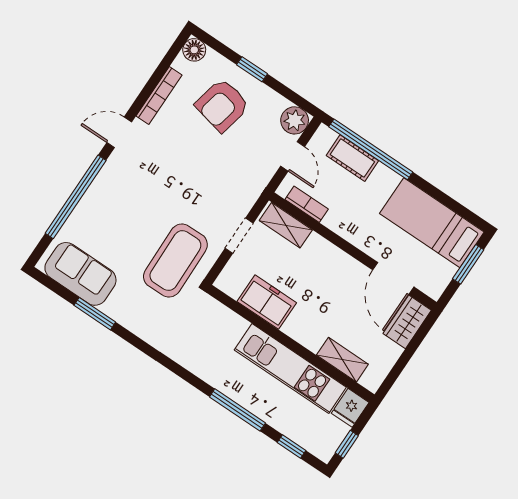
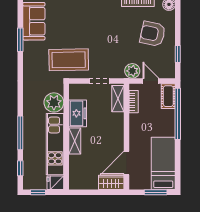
window: (252, 69) -> (178, 54), moved
plant: (295, 120) -> (132, 71), moved
door: (293, 156) -> (151, 81), swing flipped
cot: (352, 158) -> (168, 96), moved
plant: (225, 327) -> (54, 102), added
shelving: (342, 360) -> (75, 141), moved

